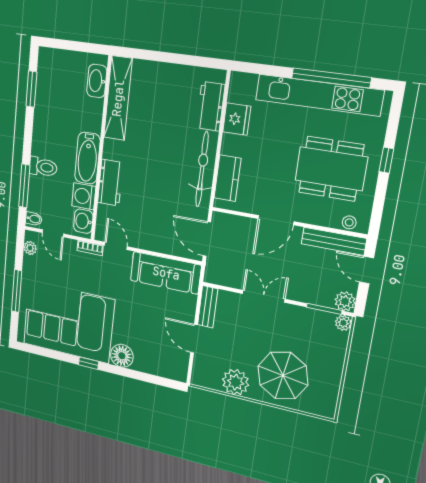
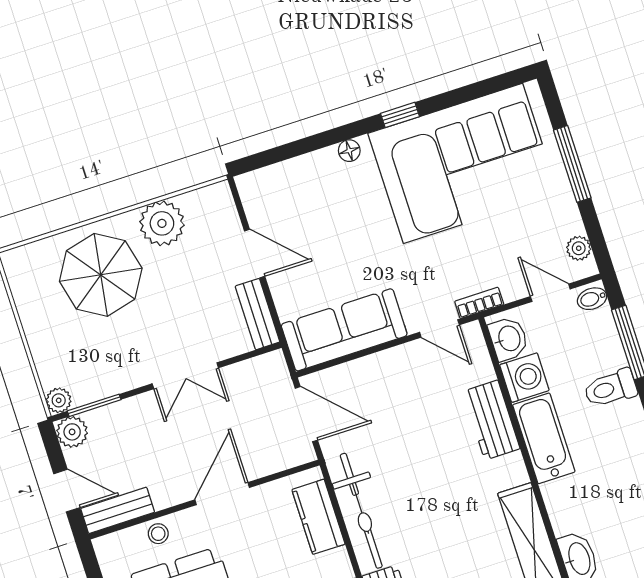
stool: (349, 222) -> (158, 534), moved
bench: (334, 241) -> (118, 510), width x0.73
floor lamp: (122, 356) -> (349, 151), width x0.53, depth x0.53

